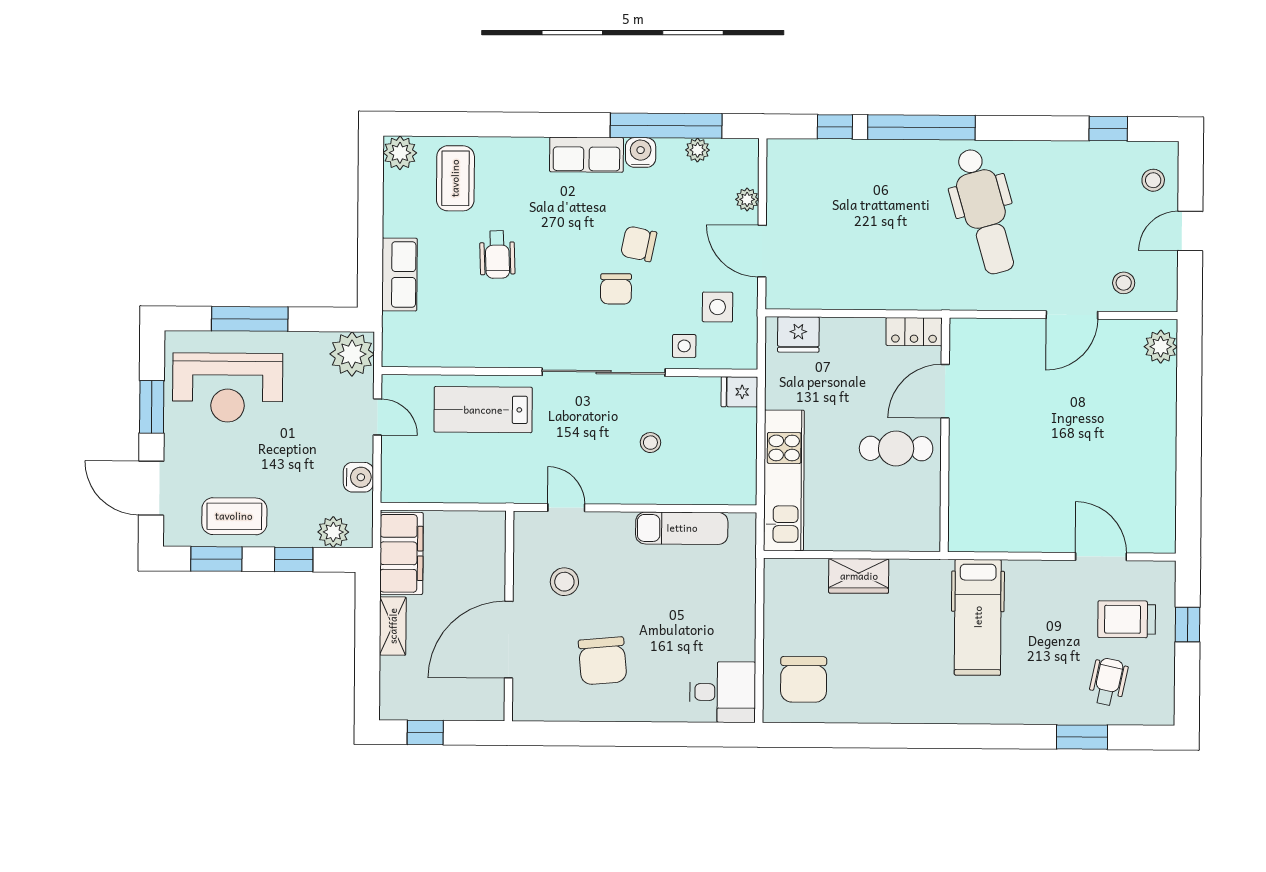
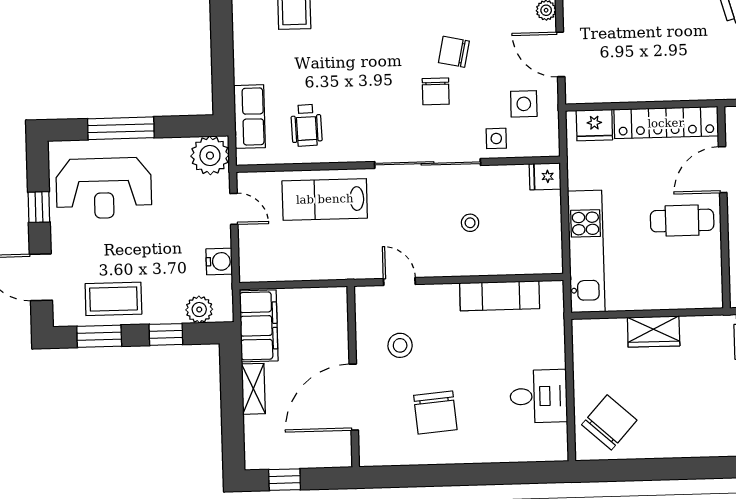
wheelchair: (497, 255) -> (306, 125), moved
row of seats: (400, 274) -> (249, 117), moved
locker: (914, 332) -> (666, 123), width x2.16, depth x1.21
window: (152, 407) -> (39, 207), width x0.67
chair: (804, 679) -> (609, 422), turned -138
desk: (723, 692) -> (539, 396), moved

